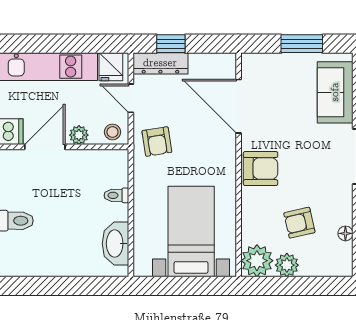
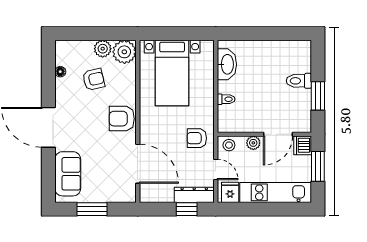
armchair: (157, 142) -> (197, 138), turned -81

